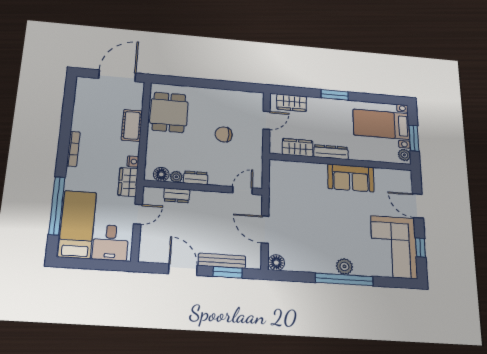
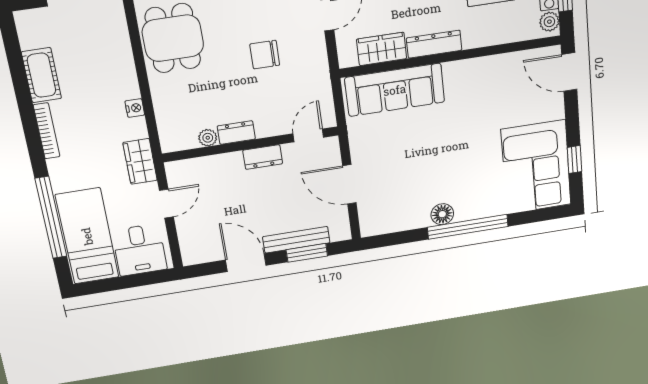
cot: (132, 125) -> (41, 75), moved
nightstand: (133, 161) -> (135, 108), moved
floor lamp: (161, 174) -> (185, 139), removed
sofa: (351, 178) -> (395, 90), moved, width x1.36
dresser: (177, 195) -> (263, 157), moved
door: (418, 206) -> (569, 72), moved
floor lamp: (276, 263) -> (442, 214), moved
plant: (344, 266) -> (467, 210), removed

